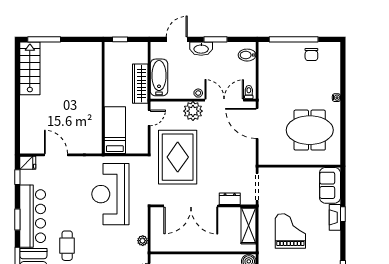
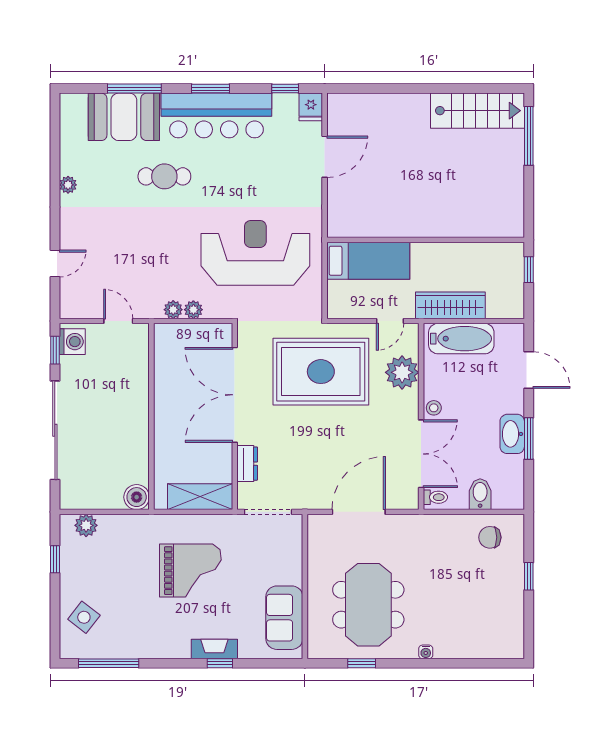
window: (294, 39) -> (529, 576), width x0.32
washbasin: (201, 49) -> (512, 434), moved
chair: (311, 54) -> (490, 537), moved
bidet: (247, 55) -> (480, 494), moved
plant: (193, 111) -> (402, 372), moved
door: (149, 118) -> (390, 321), hinge flipped
door: (257, 123) -> (359, 512), moved
window: (343, 134) -> (362, 663), added
sofa: (330, 185) -> (284, 618), moved, turned -90
plant: (143, 229) -> (193, 310), added

